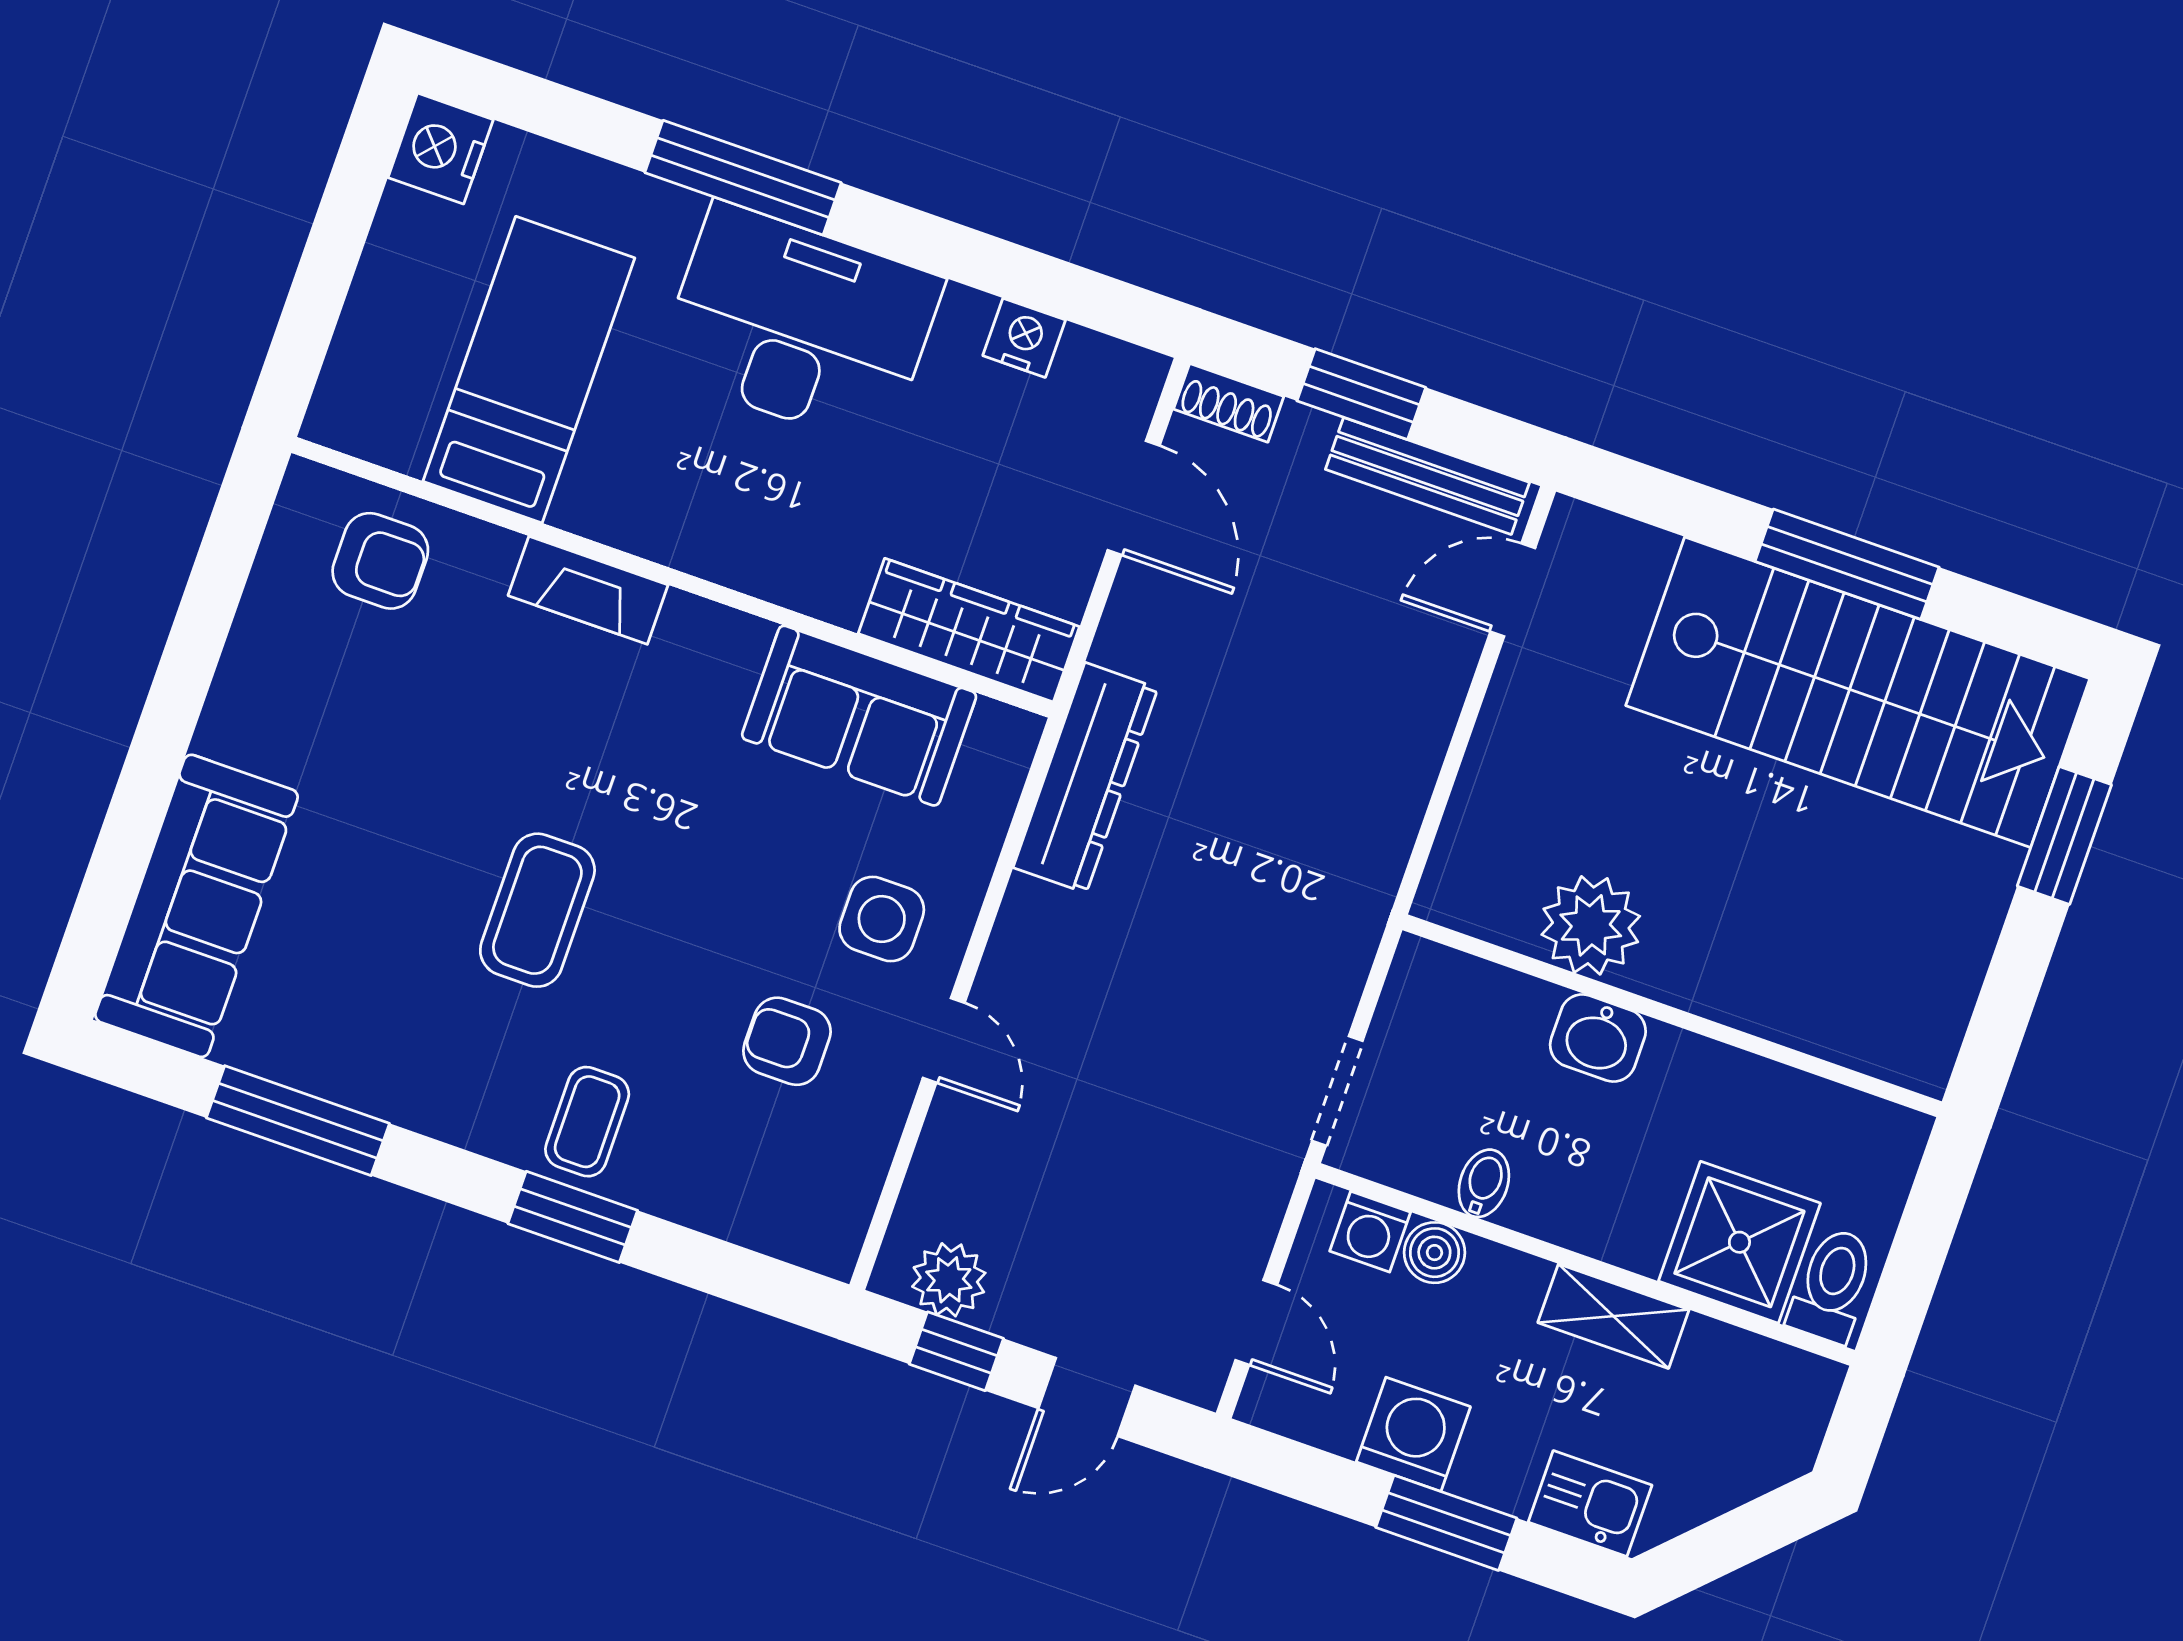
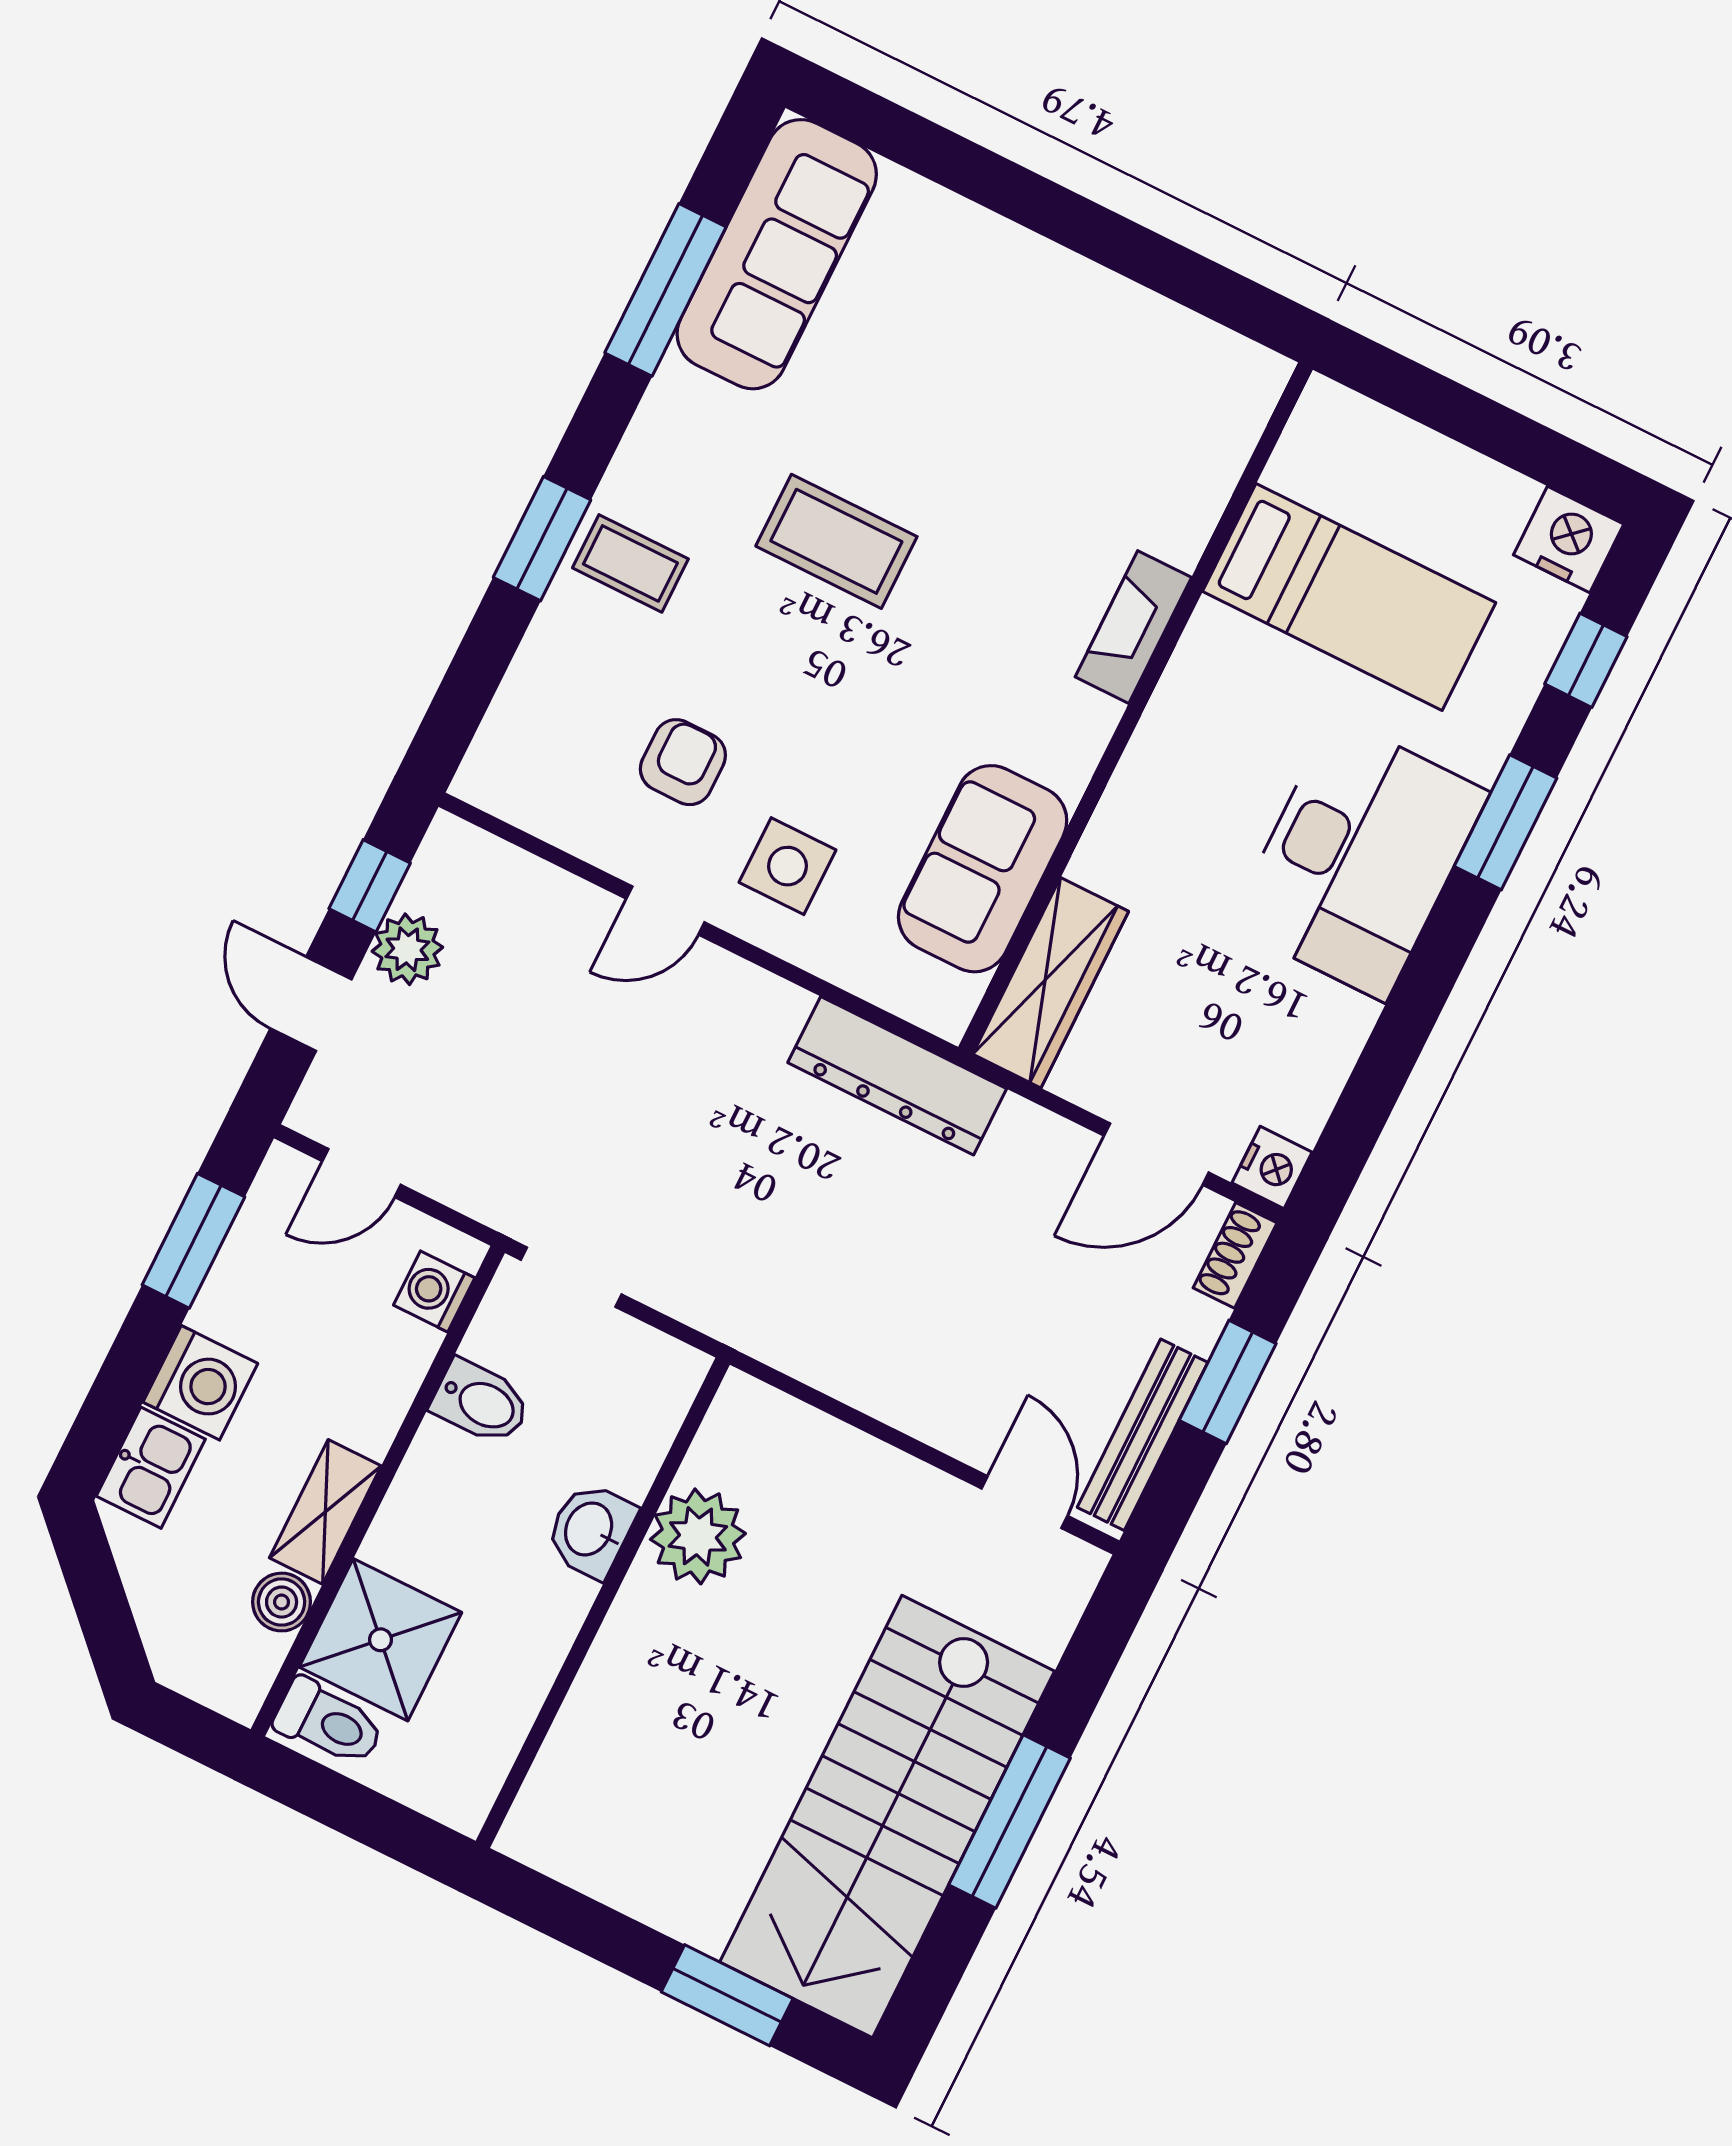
window: (564, 115) -> (1586, 660), added
window: (743, 178) -> (1505, 822), width x0.69
nightstand: (1024, 338) -> (1272, 1167), moved
armchair: (380, 561) -> (1186, 434), removed
sofa: (196, 906) -> (777, 254), moved, turned -90
bidet: (1484, 1183) -> (481, 1402), width x1.38, depth x1.36
boiler: (1434, 1253) -> (282, 1602), moved
plant: (949, 1280) -> (407, 949), moved
washing machine: (1413, 1434) -> (200, 1383), moved
window: (1446, 1523) -> (193, 1241), moved

